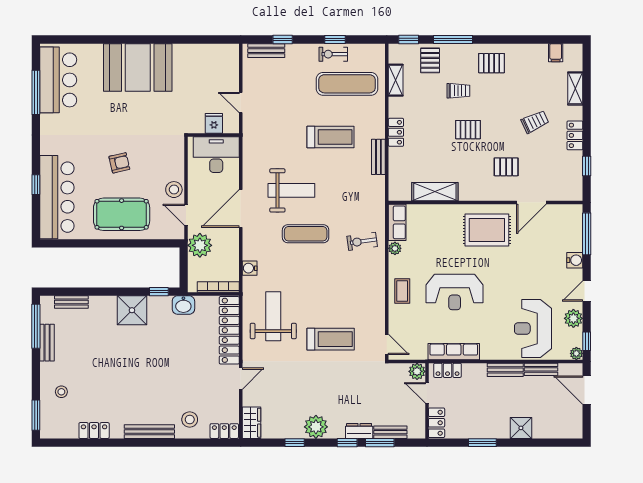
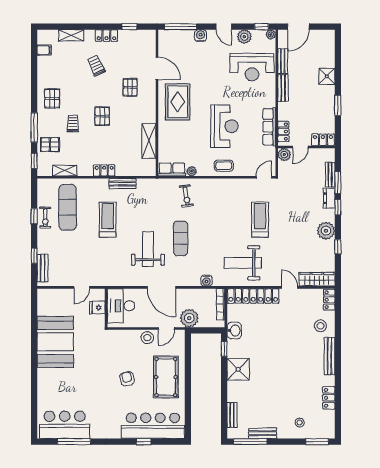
booth: (138, 67) -> (55, 342), moved
wardrobe: (251, 423) -> (317, 279), width x1.50

